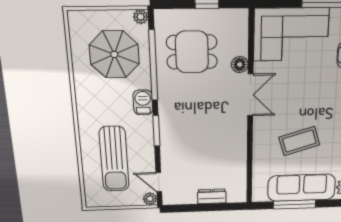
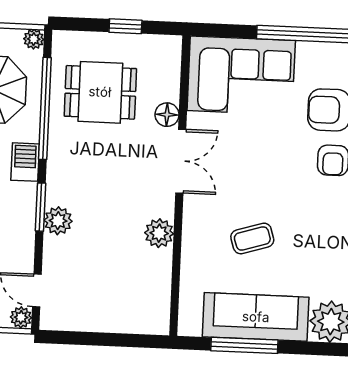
plant: (169, 139) -> (58, 221), added
coffee table: (299, 141) -> (252, 238), width x0.73, depth x0.77
plant: (238, 142) -> (159, 233), added
dresser: (212, 196) -> (116, 321), removed

